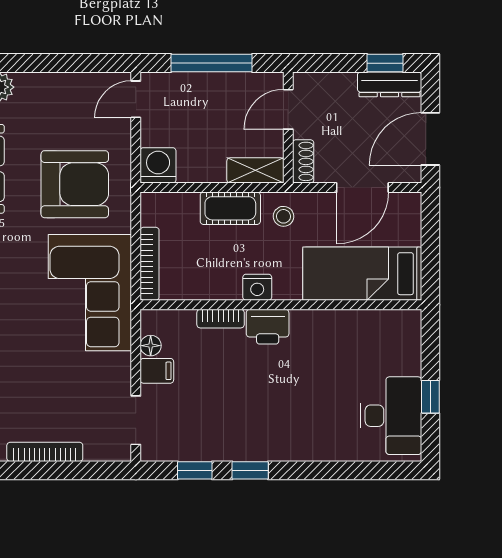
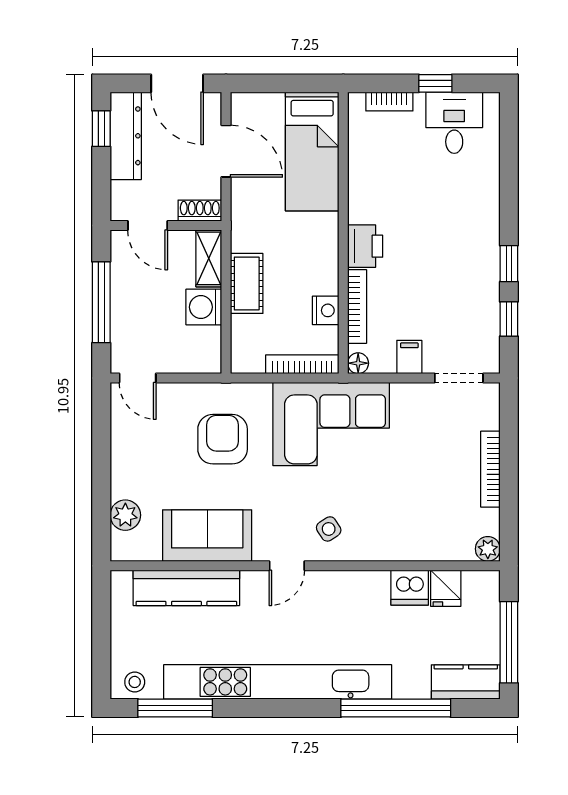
dresser: (390, 84) -> (126, 136), width x1.37, depth x1.24
washing machine: (158, 165) -> (204, 307), moved
armchair: (75, 184) -> (223, 439), width x0.73, depth x0.73
stool: (284, 216) -> (255, 230), removed
nightstand: (257, 287) -> (326, 310), moved
bookcase: (221, 319) -> (357, 307), width x1.56
floor lamp: (151, 346) -> (358, 363), moved
bookcase: (412, 351) -> (389, 102), added
desk: (391, 416) -> (454, 123), width x0.73

